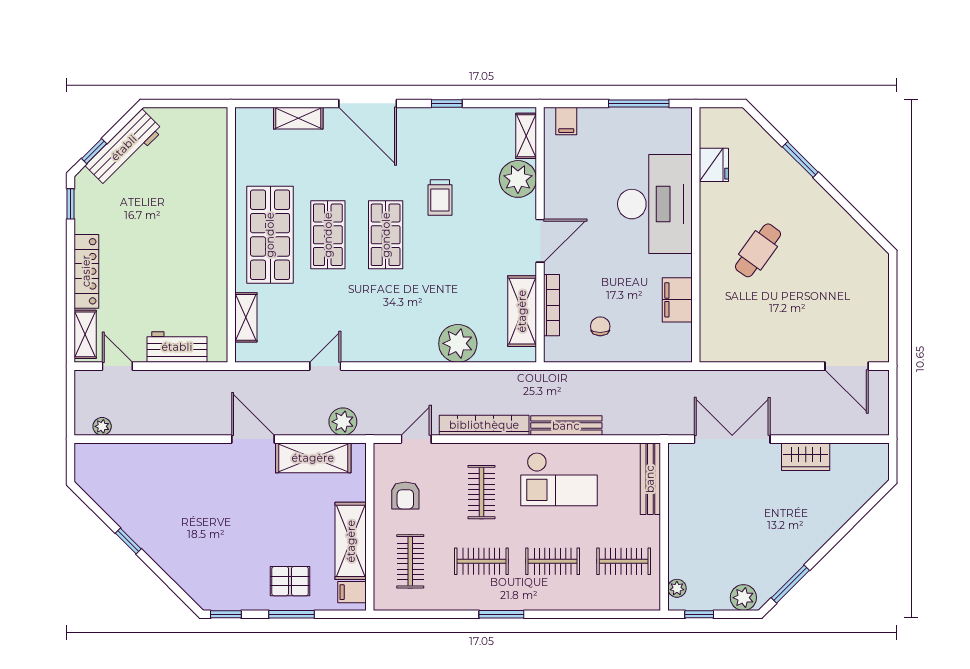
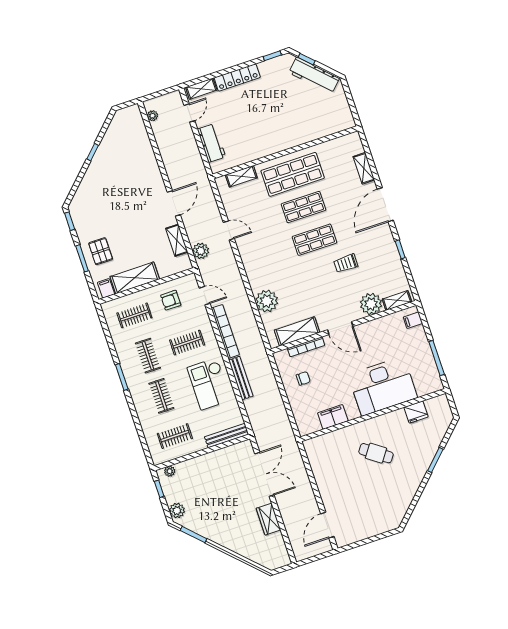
shelving: (313, 458) -> (177, 240), width x0.67, depth x0.75
clothes rail: (624, 561) -> (175, 436), turned 90

